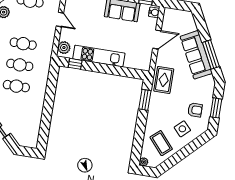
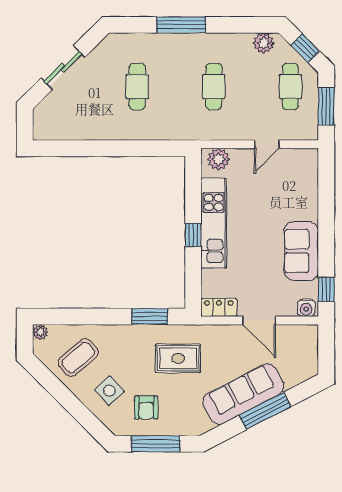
window: (211, 55) -> (265, 411), moved
locker: (146, 61) -> (219, 307), added
window: (75, 64) -> (193, 235), moved
cafe table: (20, 65) -> (176, 87), removed
rug: (164, 80) -> (178, 358), moved
window: (216, 108) -> (156, 444), width x1.44

